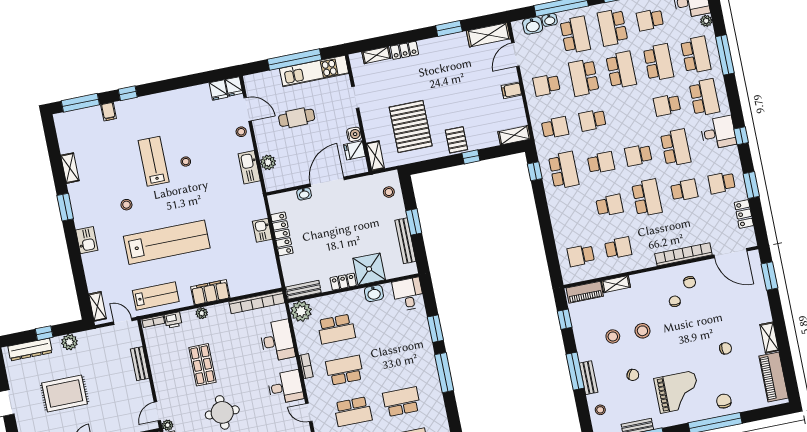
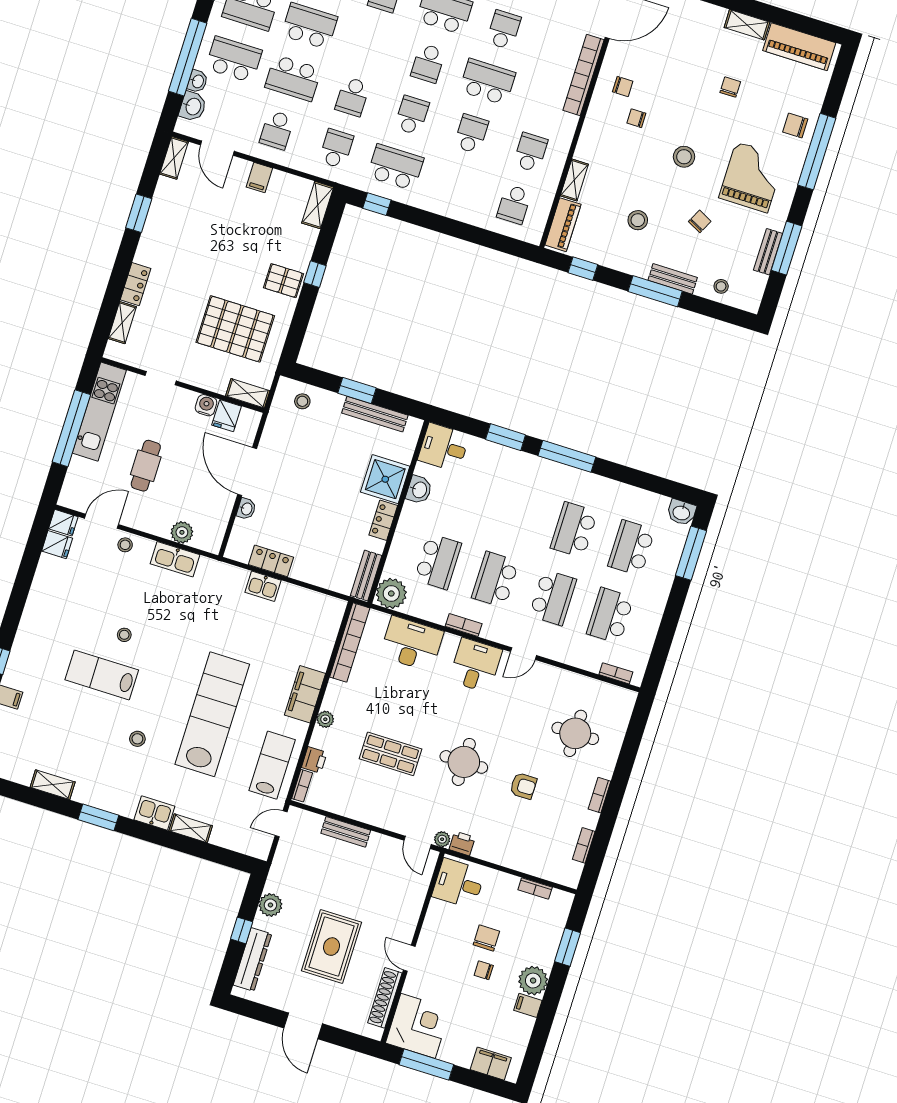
shelving: (488, 35) -> (174, 158), width x0.67, depth x0.75
locker: (282, 234) -> (271, 561), width x0.66
shelving: (98, 306) -> (191, 828), moved
stool: (642, 331) -> (684, 157), moved

